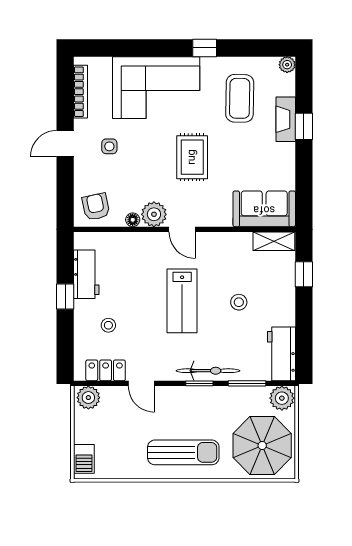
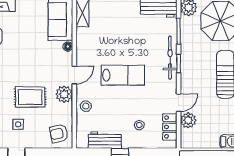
rug: (192, 157) -> (30, 97), moved
floor lamp: (133, 220) -> (68, 46), moved
stool: (239, 302) -> (86, 106), moved
plant: (88, 398) -> (188, 120), moved

